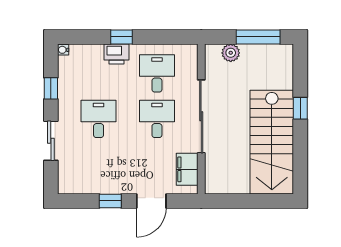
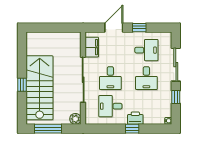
plant: (231, 53) -> (75, 119), moved
desk: (157, 73) -> (110, 106), turned 90
sliding door: (51, 141) -> (176, 65), width x1.37
stairs: (272, 142) -> (40, 88), moved
desk: (99, 164) -> (146, 50), added

